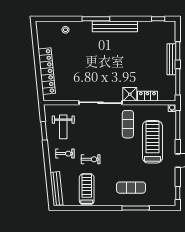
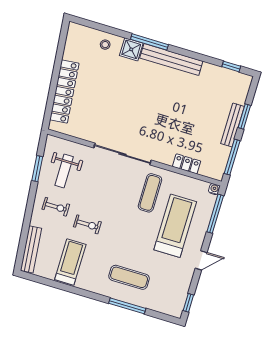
shower: (130, 94) -> (131, 49), moved

